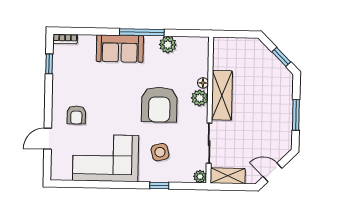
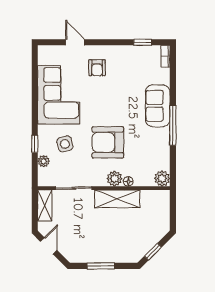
plant: (168, 45) -> (162, 178), moved
armchair: (76, 115) -> (97, 68), turned -90
plant: (200, 177) -> (44, 161), moved

